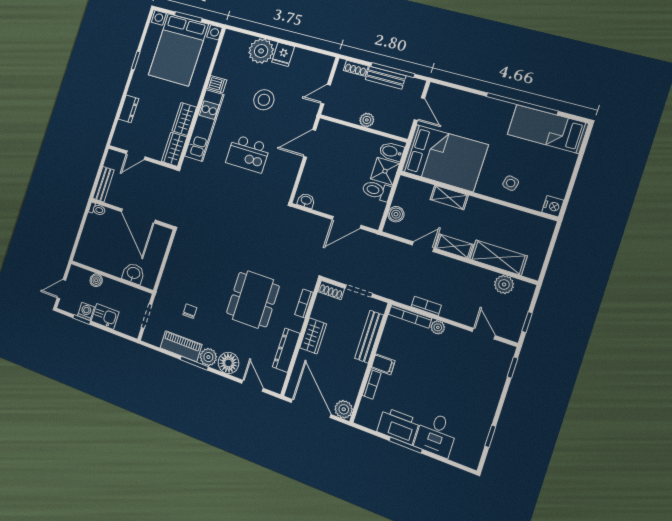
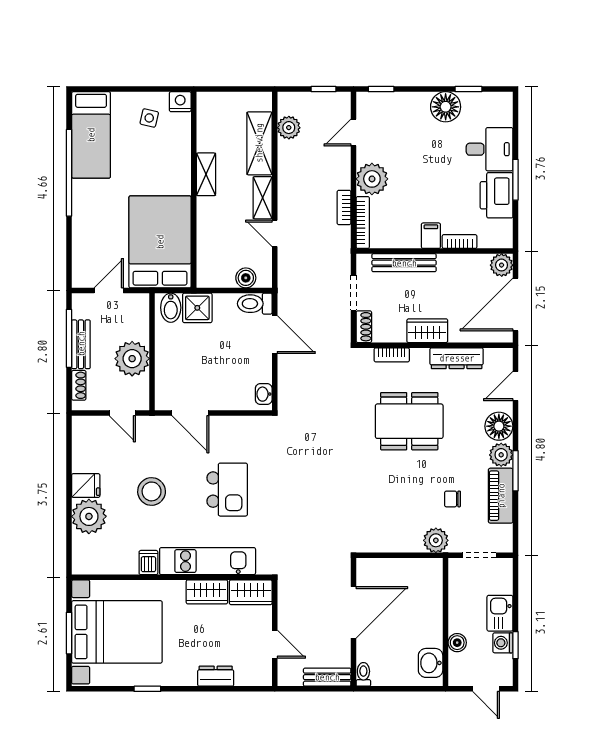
plant: (367, 120) -> (132, 359), width x1.87, depth x1.87
side table: (511, 183) -> (149, 118), moved
toilet: (377, 191) -> (255, 304), moved, turned 90
shelving: (449, 197) -> (206, 174), moved
washbasin: (133, 273) -> (431, 663), moved
plant: (166, 289) -> (436, 540), added
plant: (438, 327) -> (372, 179), width x1.87, depth x1.87
floor lamp: (482, 413) -> (446, 107), added

